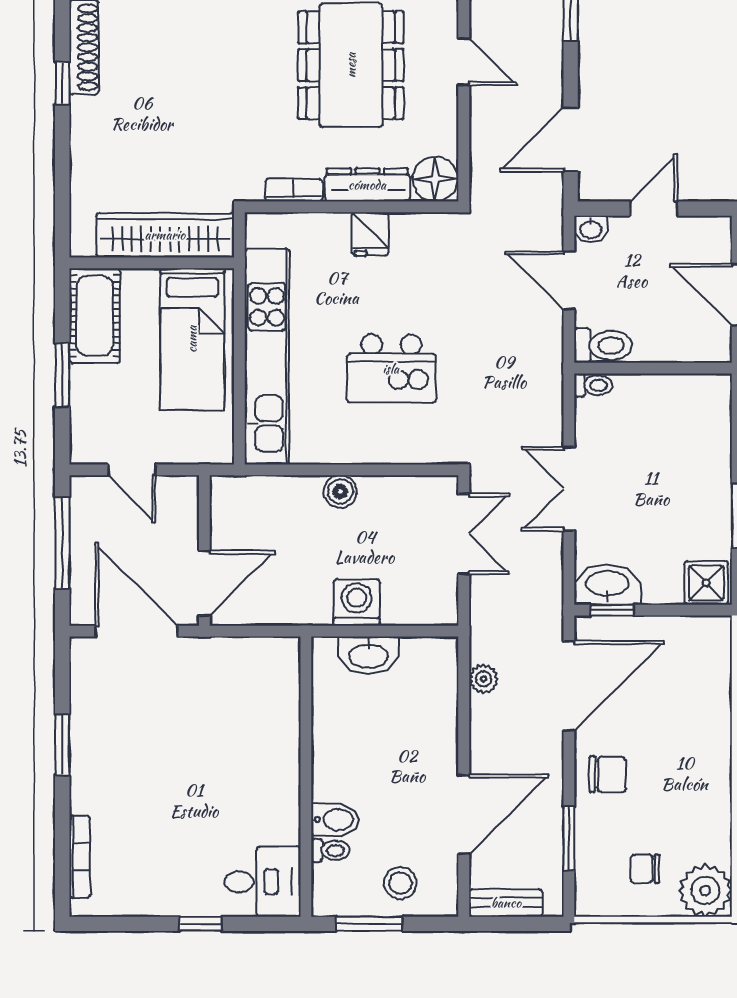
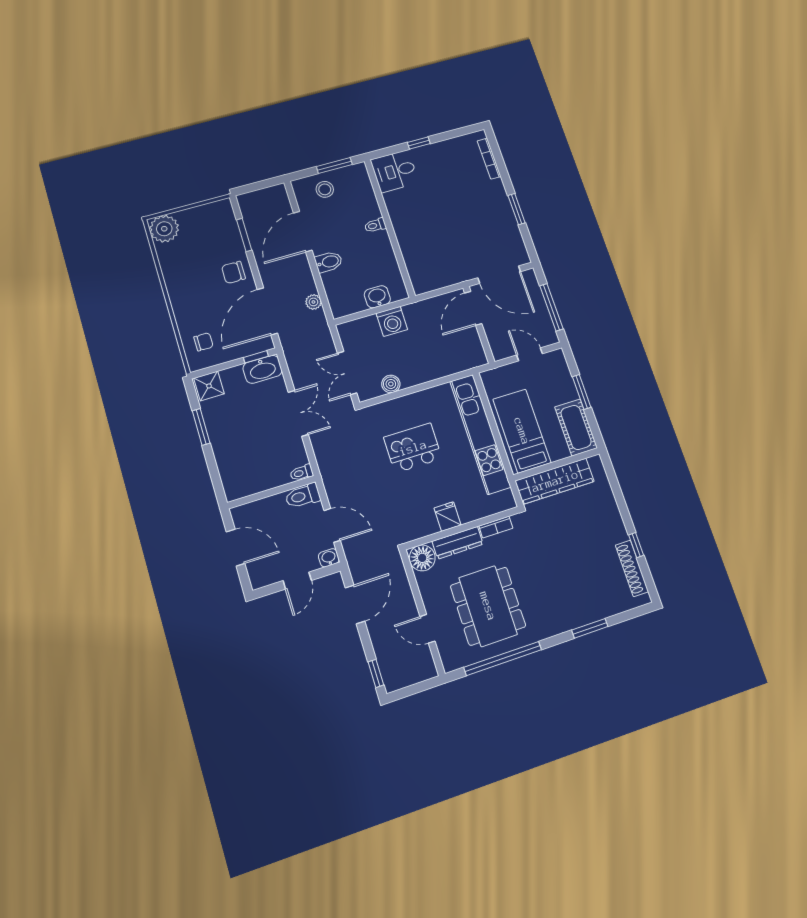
boiler: (340, 492) -> (391, 384), moved
washbasin: (368, 655) -> (377, 297), width x0.72
bidet: (335, 820) -> (329, 262), moved, turned 180
toilet: (330, 850) -> (375, 225), moved
chair: (645, 869) -> (203, 342), moved
bench: (506, 903) -> (267, 194), removed

